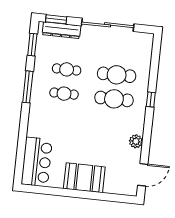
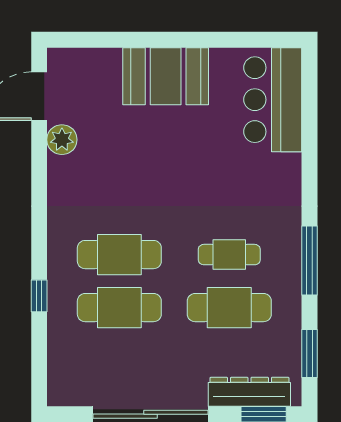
cafe table: (67, 69) -> (229, 308), width x1.37, depth x1.35
window: (151, 100) -> (39, 296), moved
plant: (136, 141) -> (62, 140), moved

